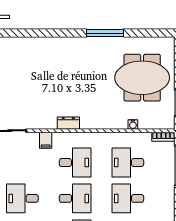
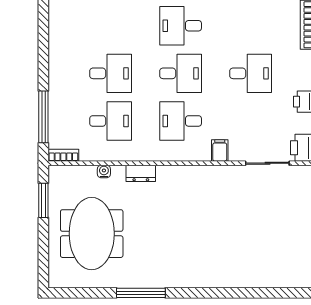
meeting table: (142, 78) -> (92, 234), turned 90
dresser: (68, 123) -> (141, 173), moved
desk: (75, 198) -> (181, 73), turned 180

